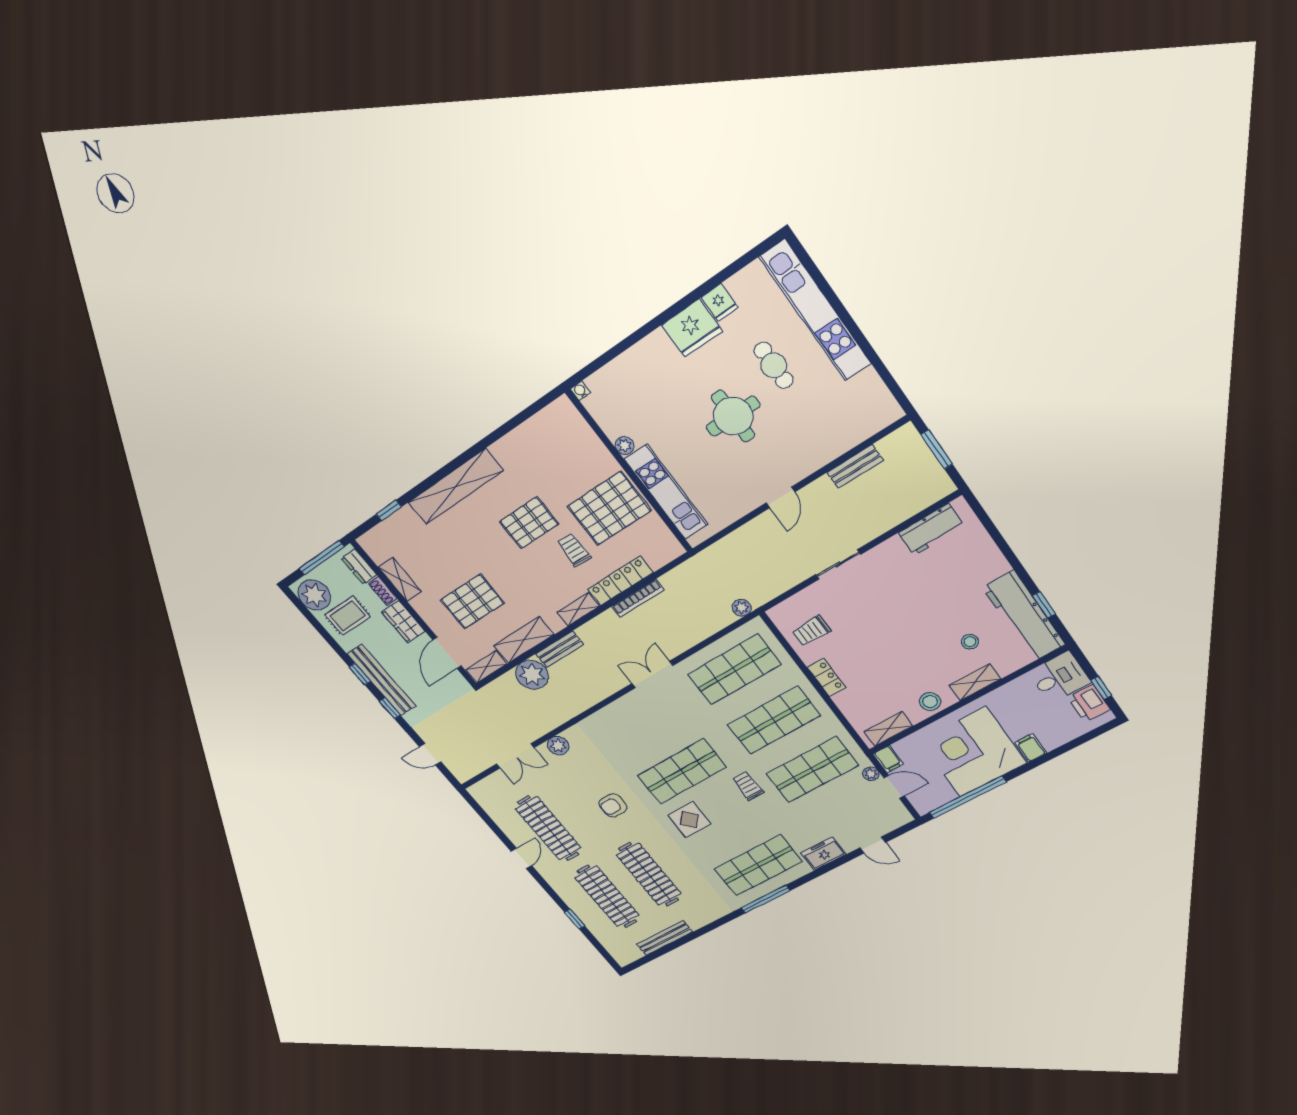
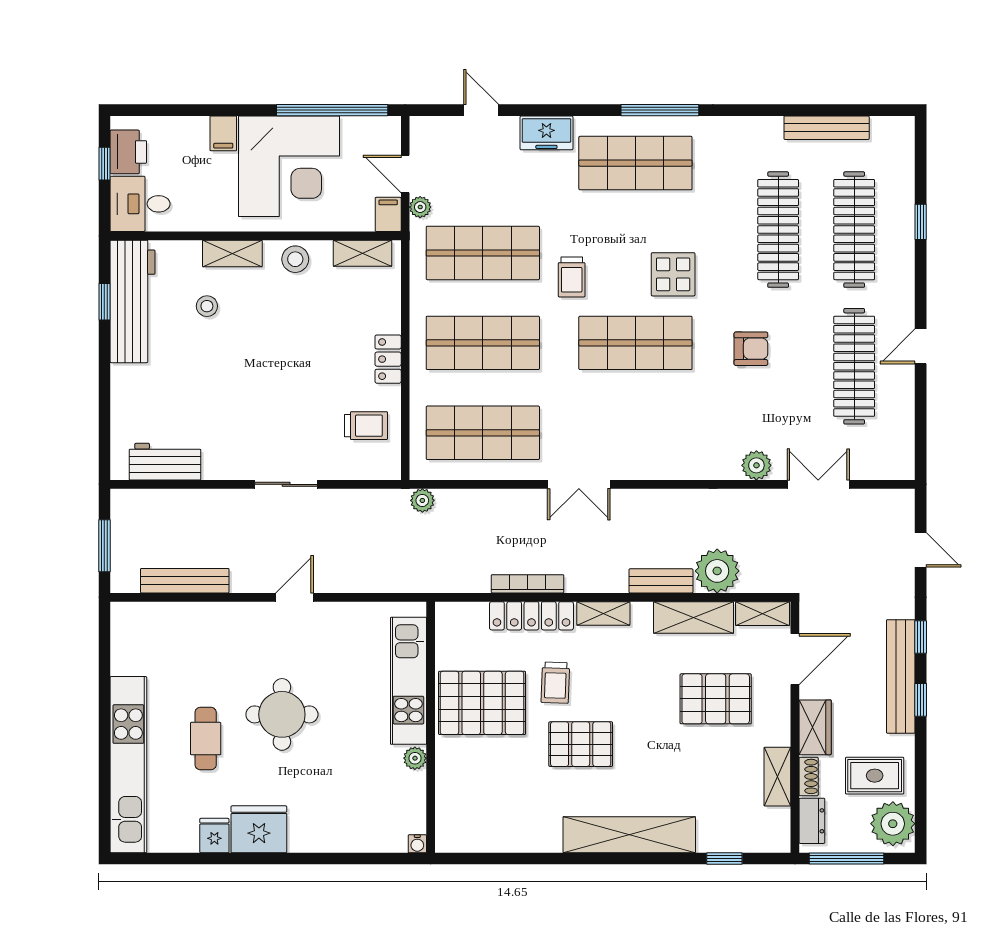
bench: (855, 467) -> (185, 581), width x1.36

